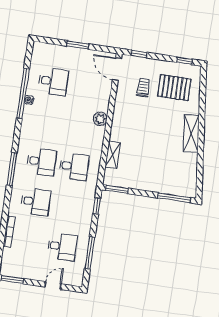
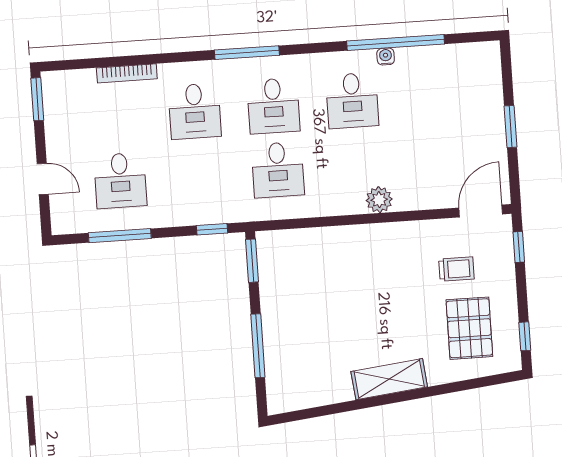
desk: (53, 81) -> (352, 101), moved
shelving: (113, 155) -> (316, 239), removed
window: (174, 198) -> (258, 346), moved

